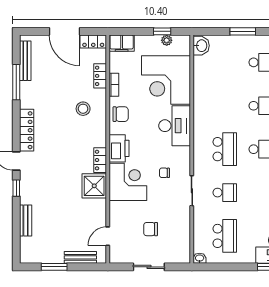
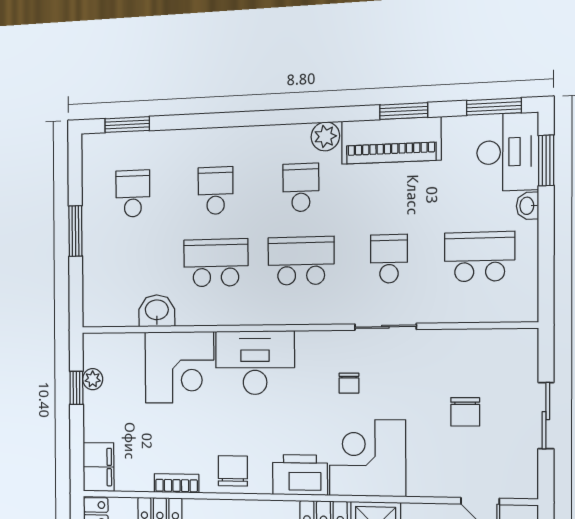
washbasin: (201, 46) -> (157, 311), moved
corner desk: (166, 80) -> (179, 367), width x0.74, depth x0.74
school desk: (225, 106) -> (216, 263), added
washbasin: (200, 258) -> (527, 206), moved

